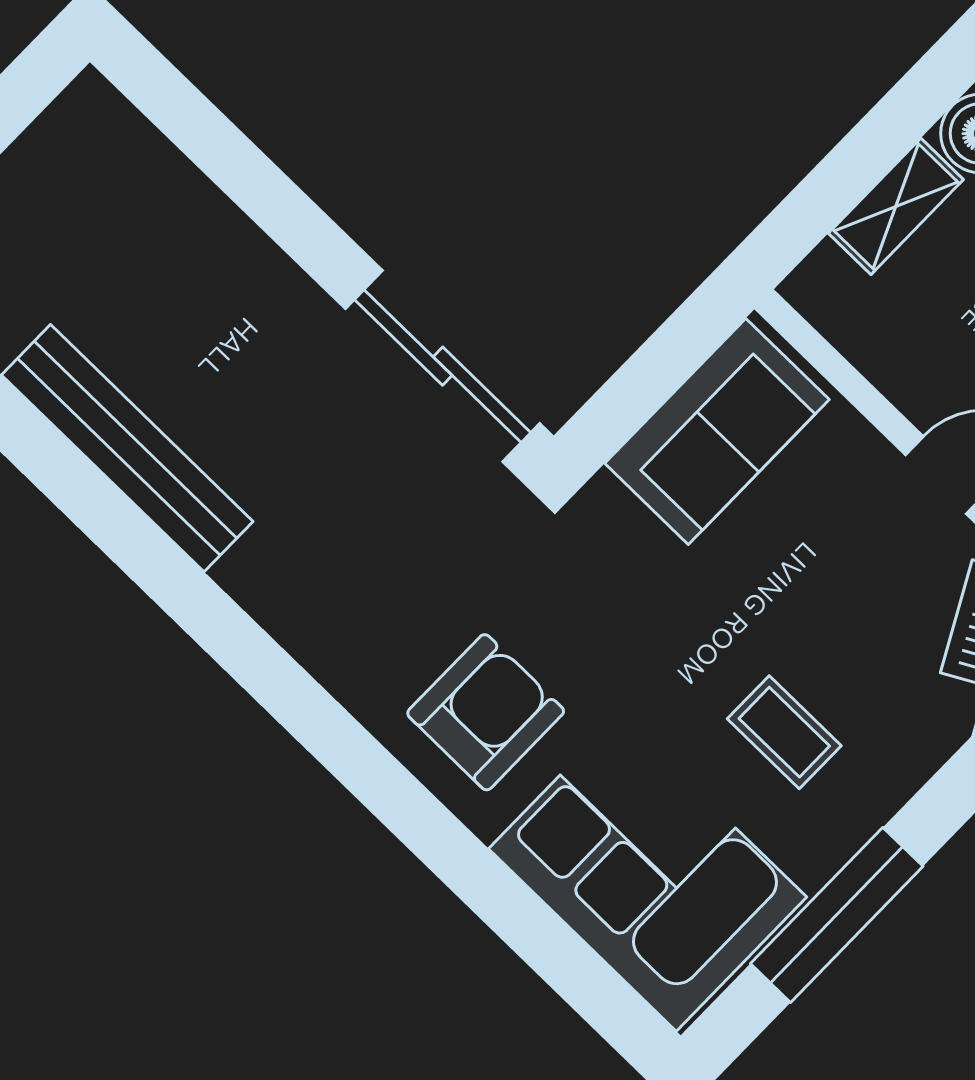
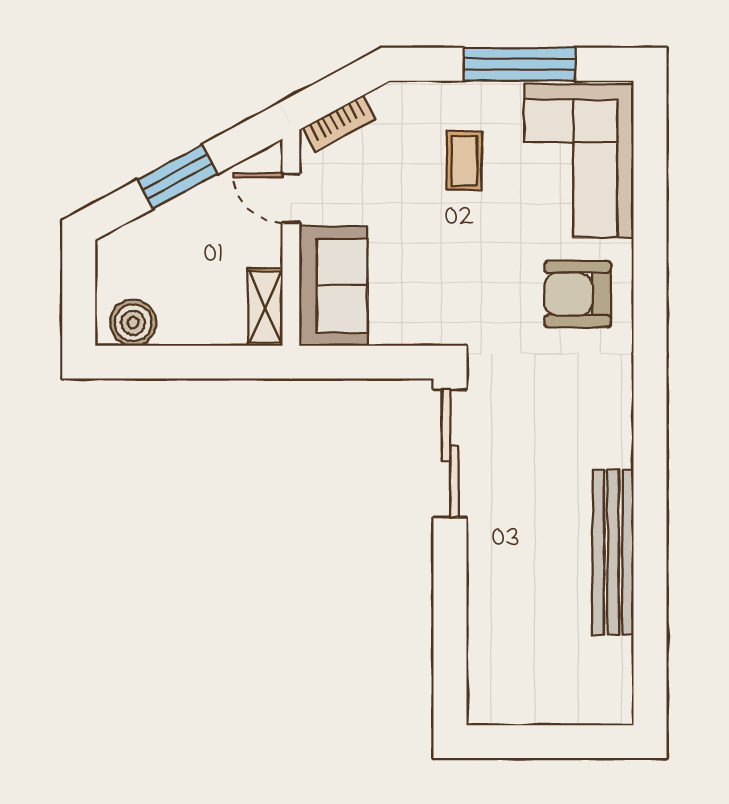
shelving: (896, 206) -> (265, 307), moved, turned 90
sofa: (717, 431) -> (333, 286), moved, turned 90

